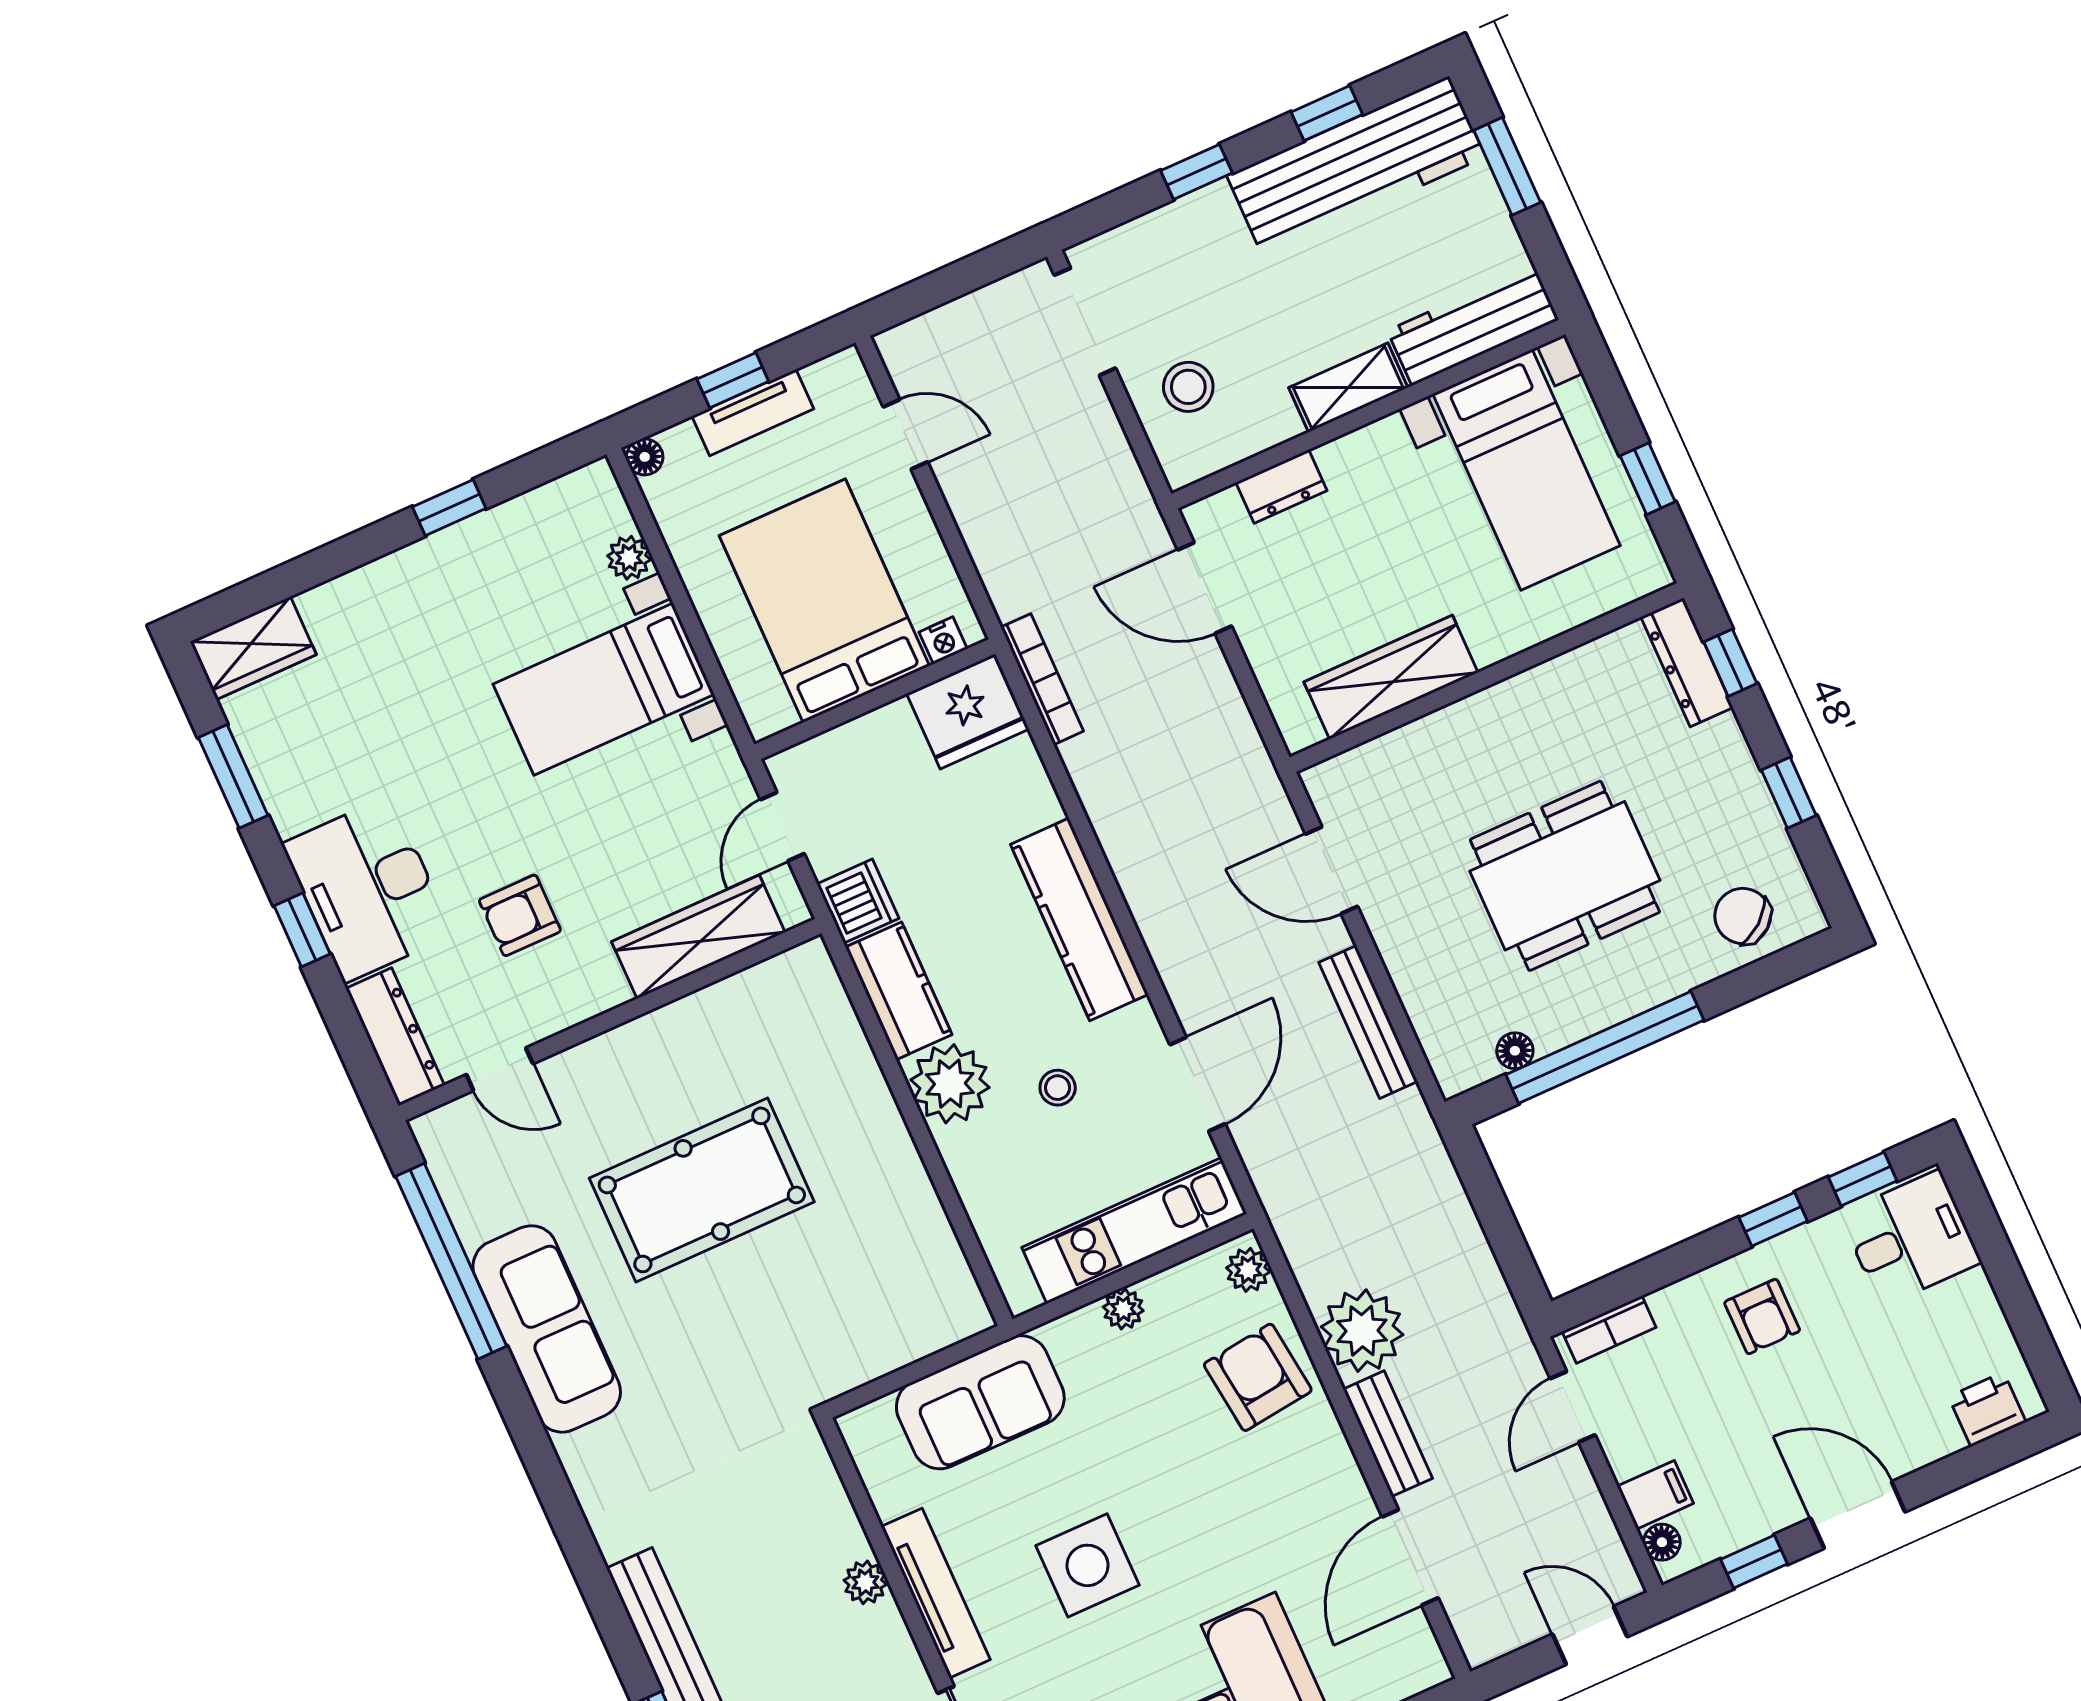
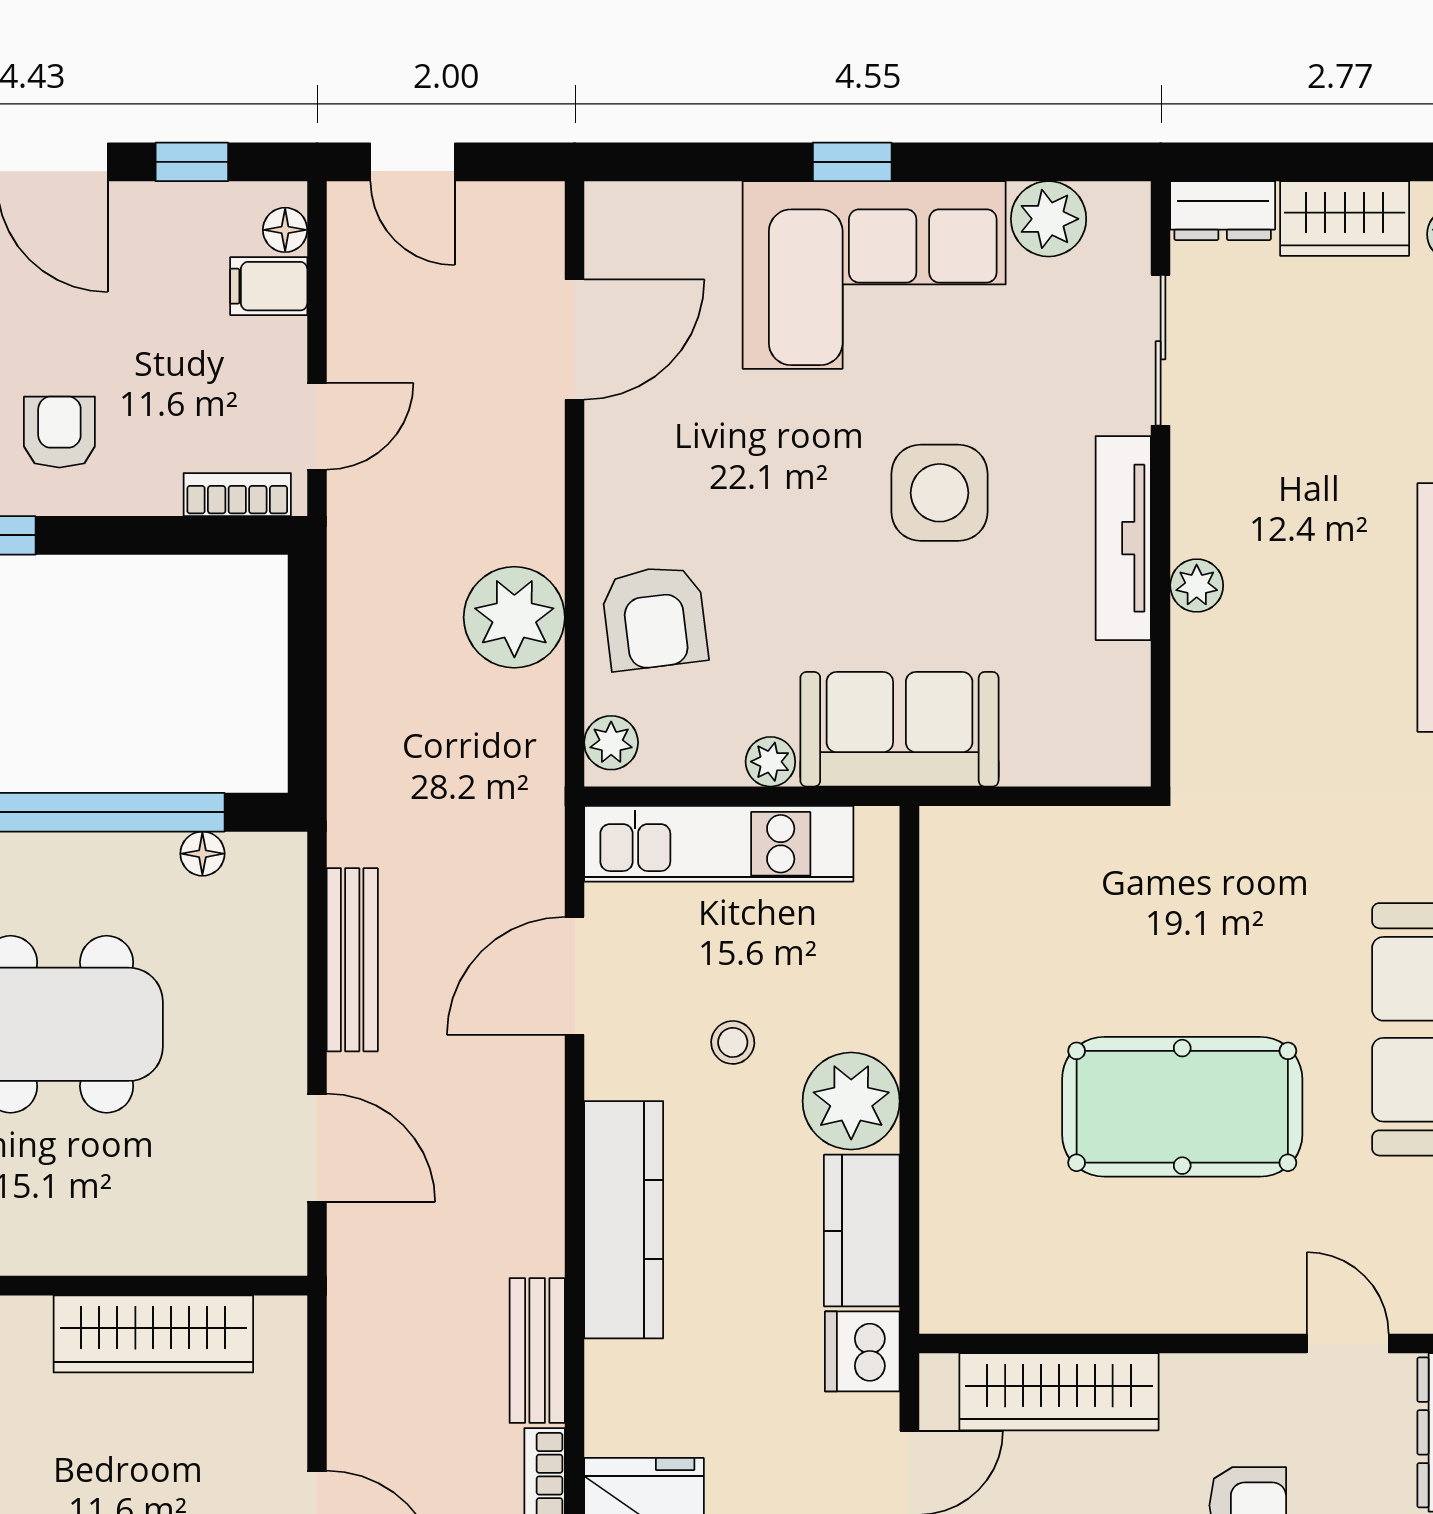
sofa: (980, 1402) -> (899, 729), moved
bench: (1388, 1434) -> (537, 1350), moved

